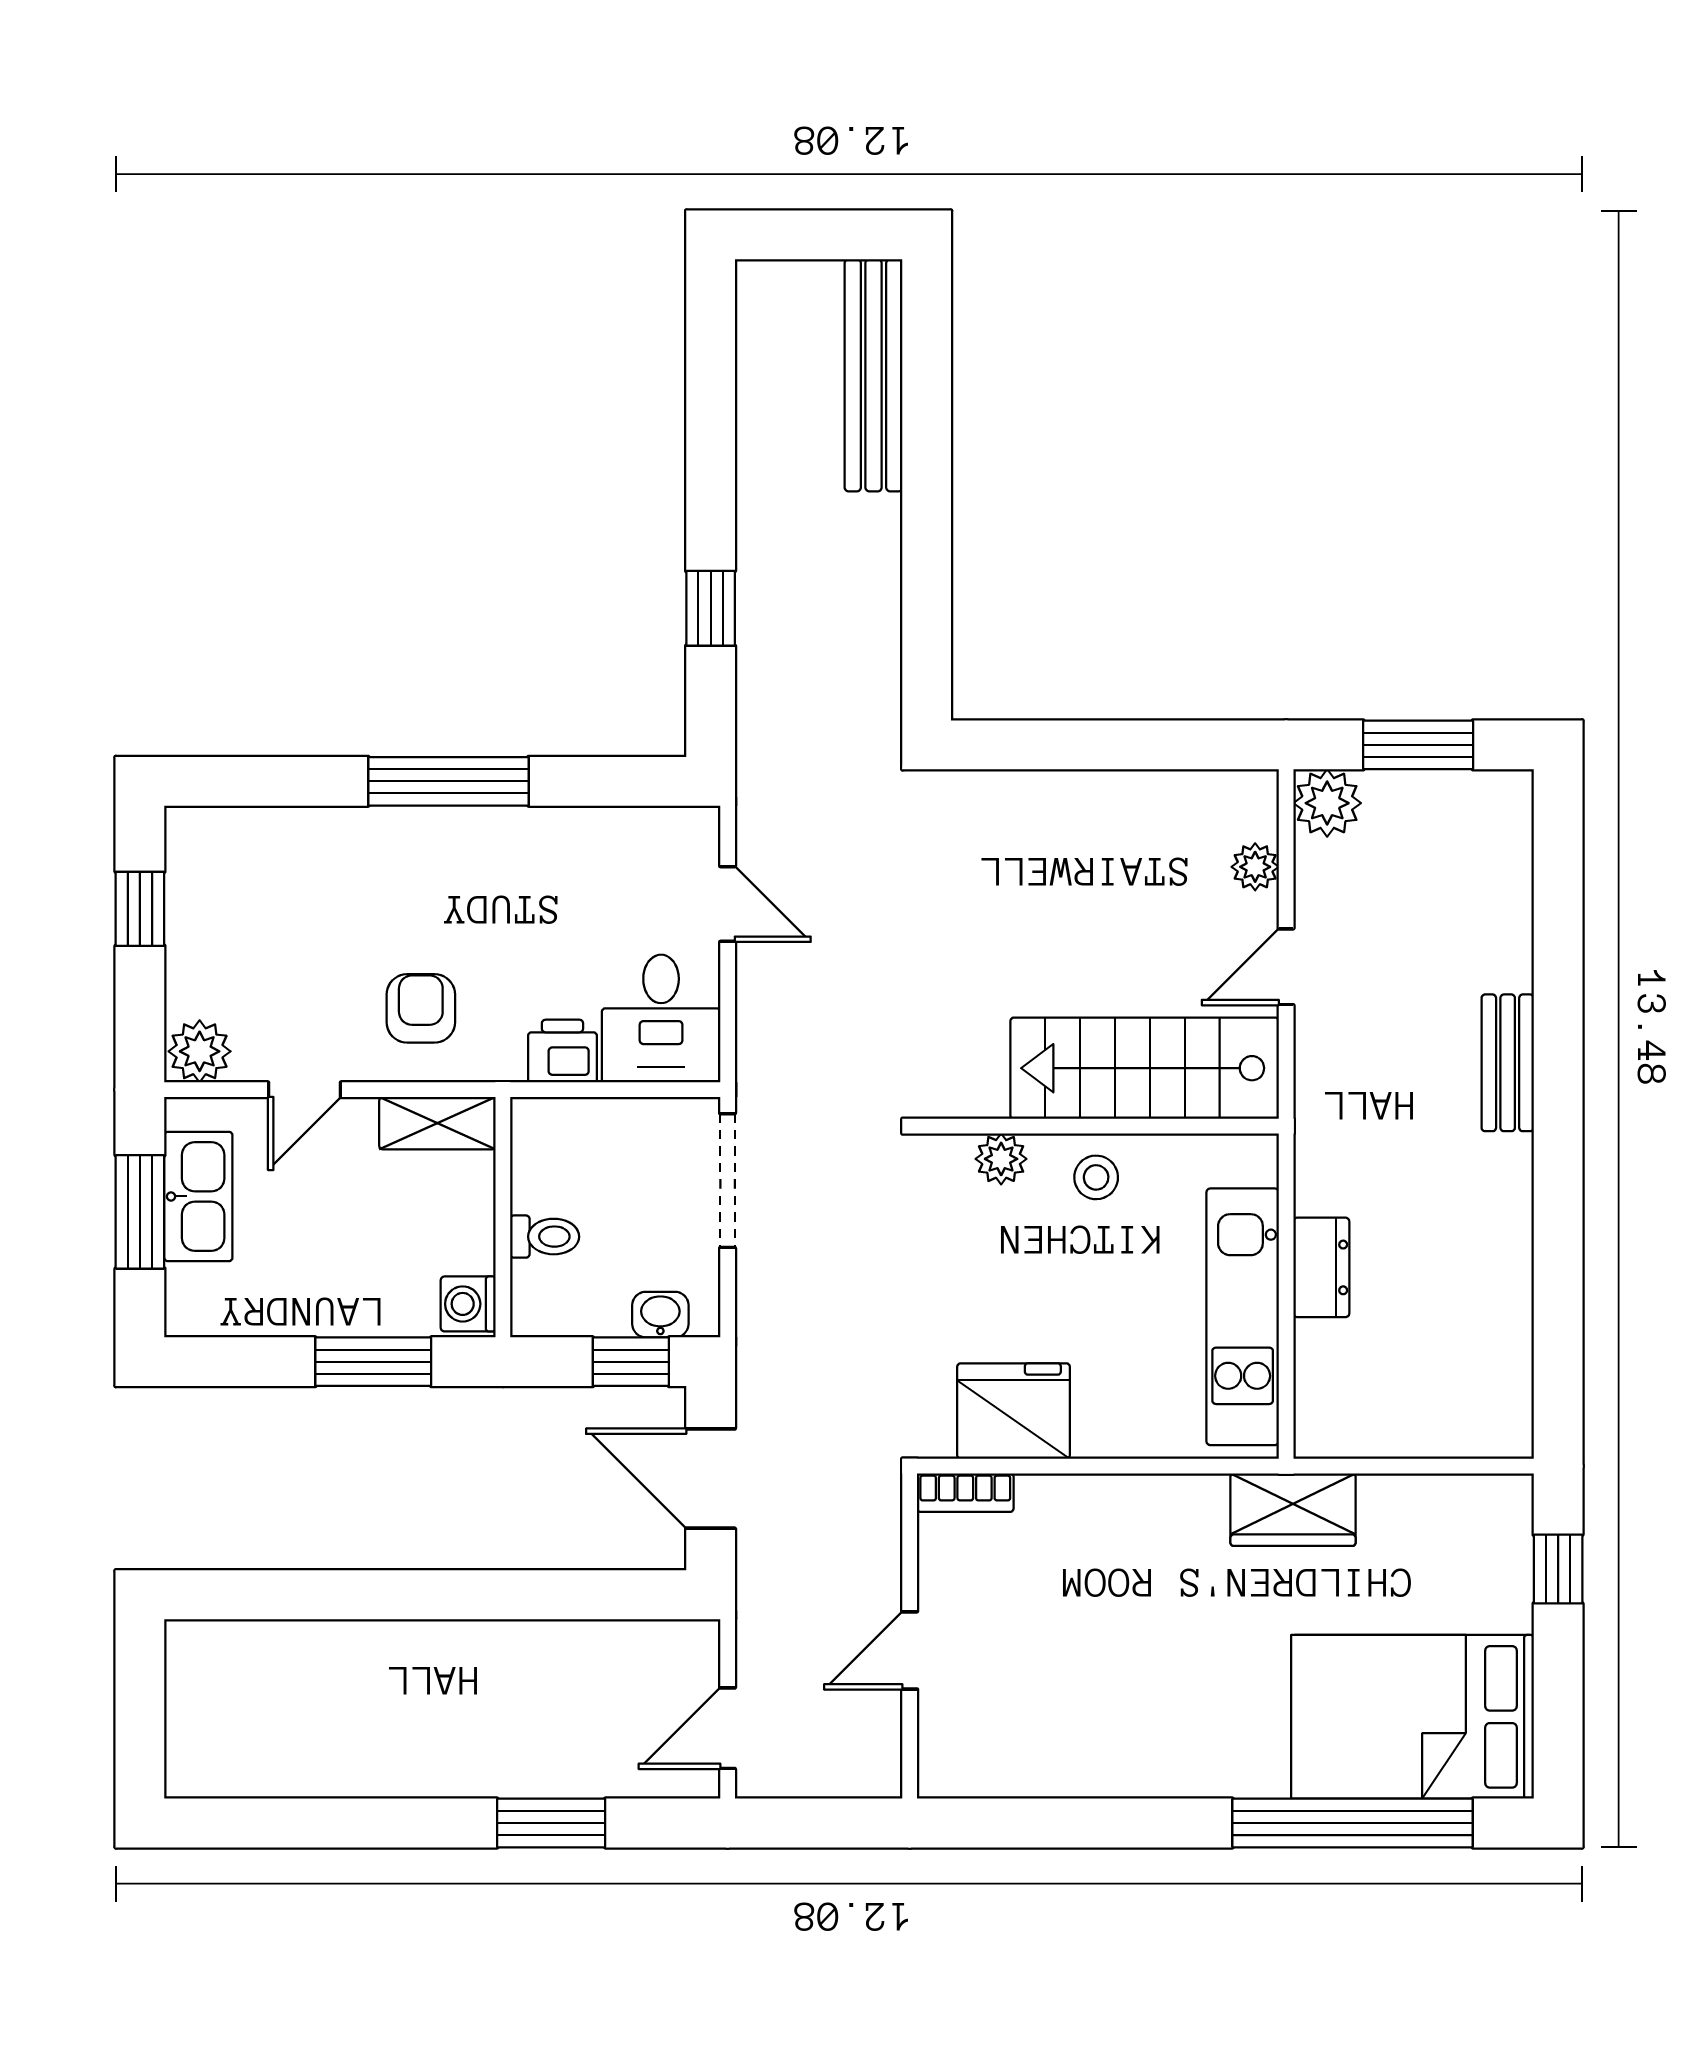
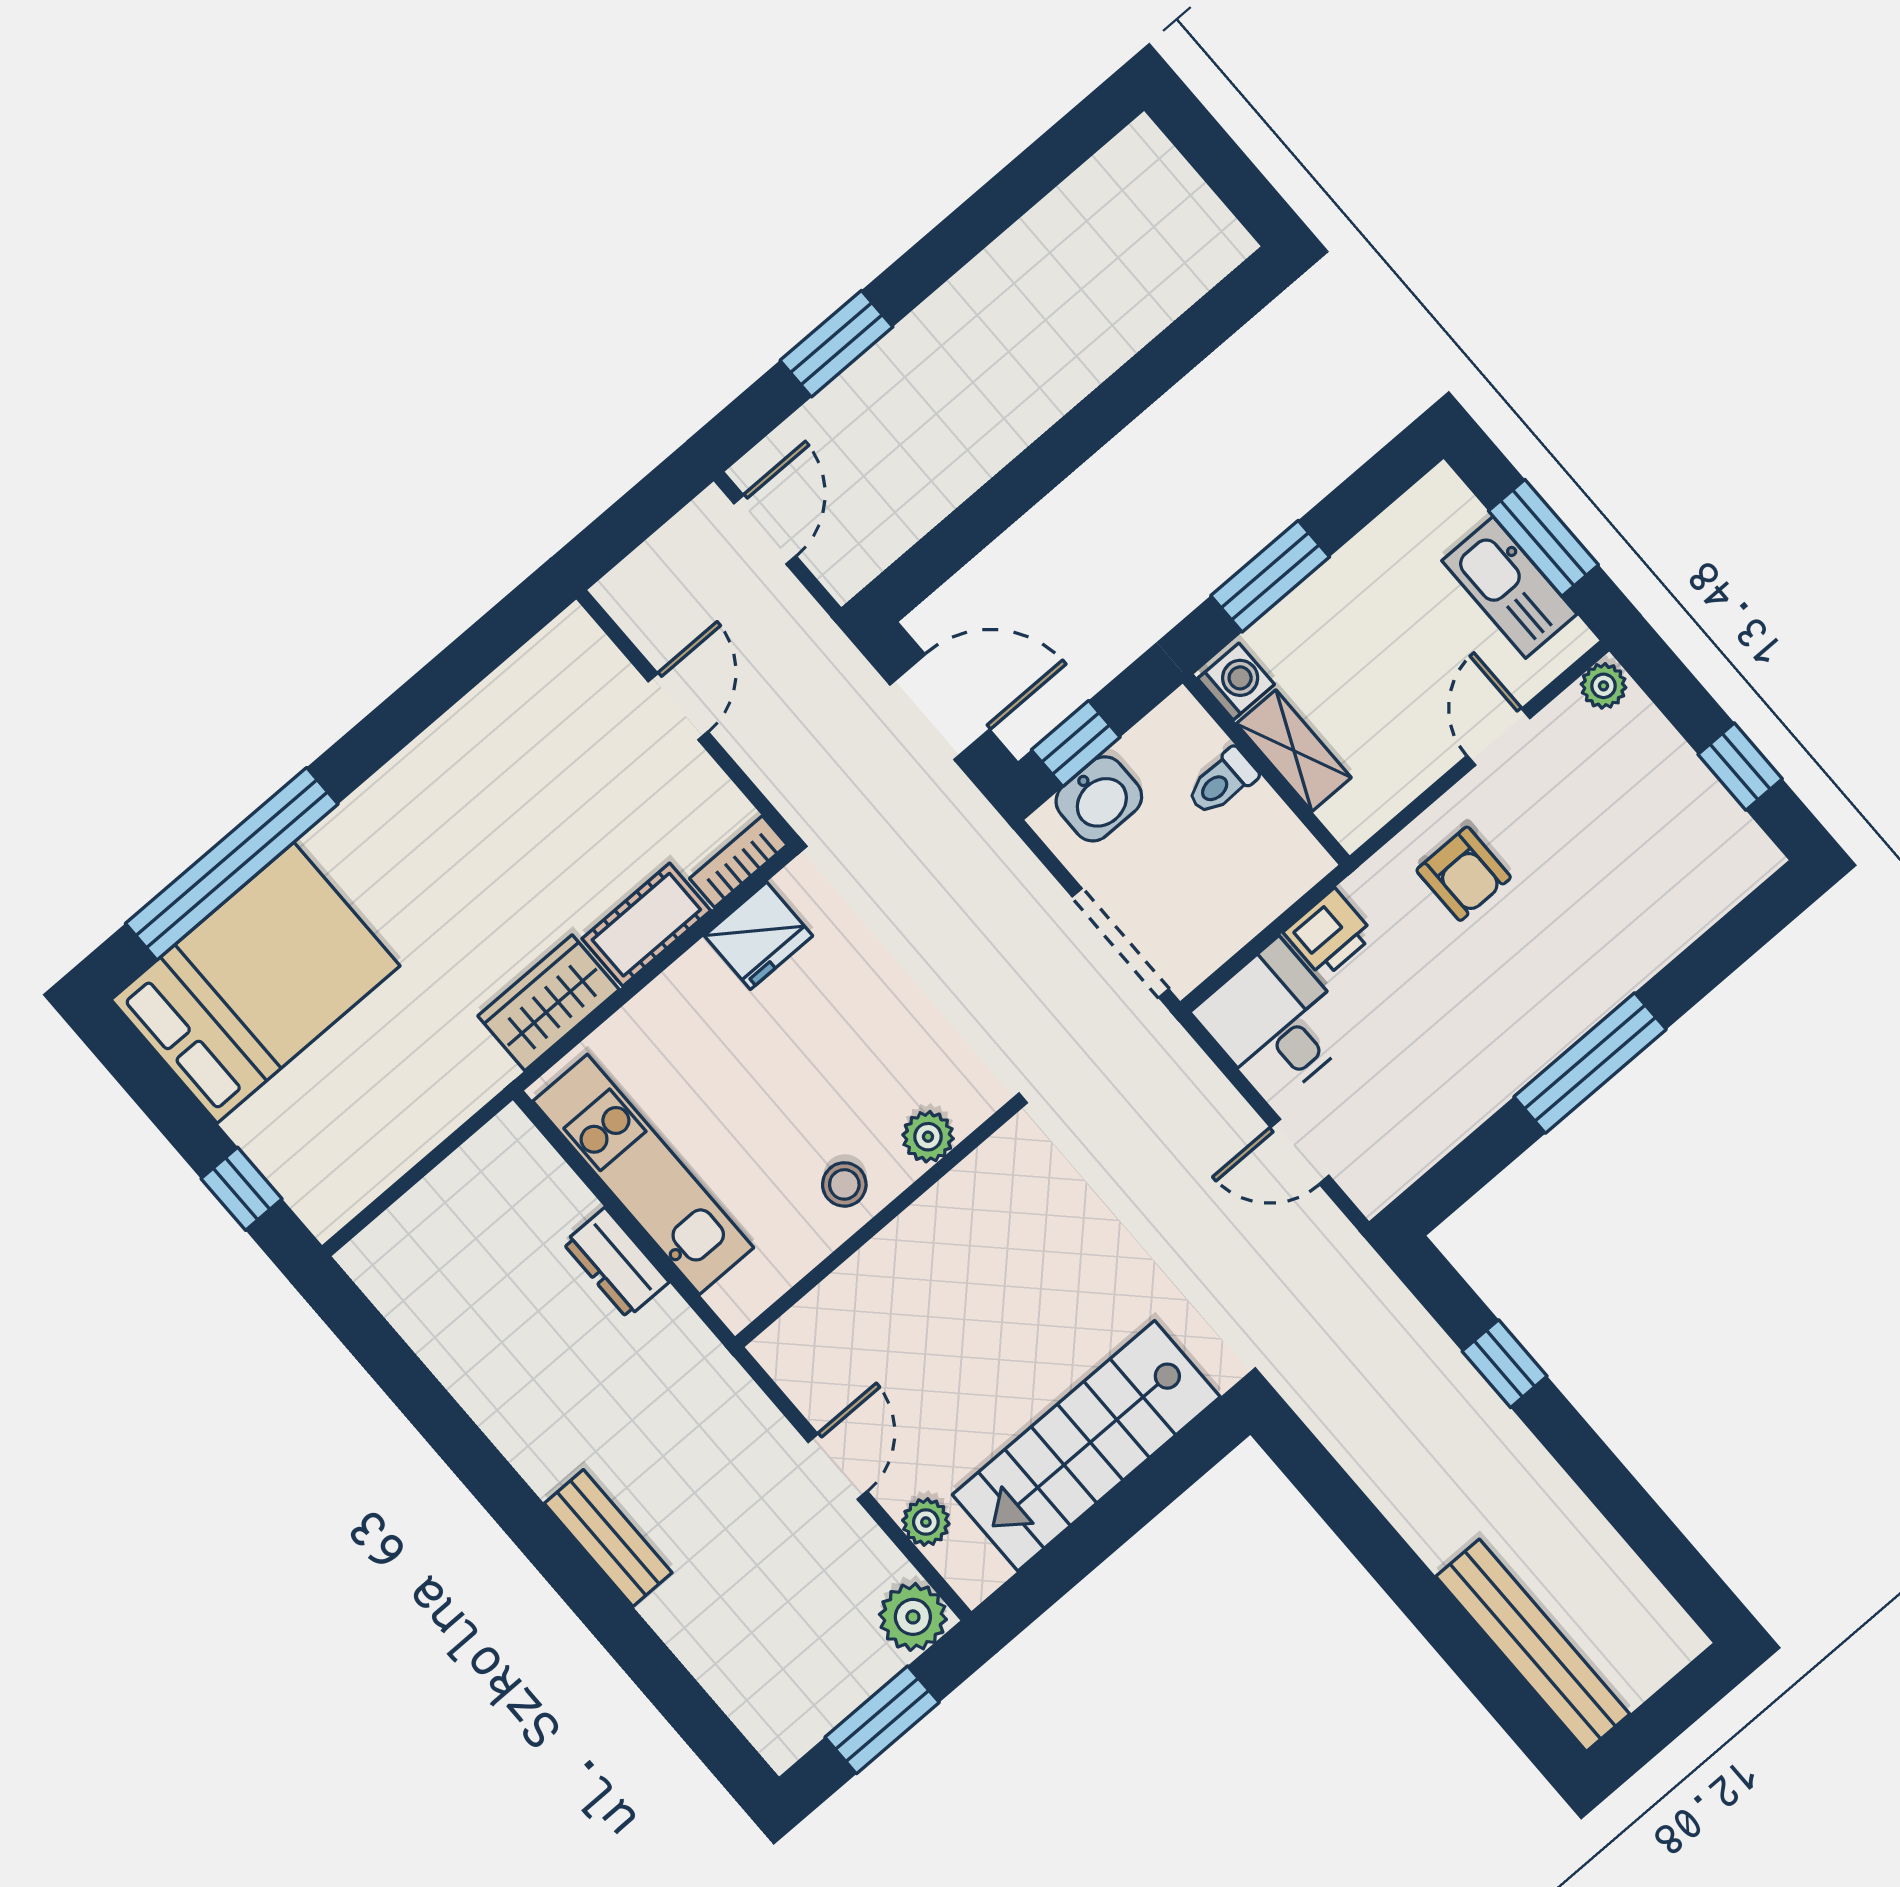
plant: (200, 1051) -> (1604, 686), width x0.73, depth x0.73
stairs: (1145, 1068) -> (1086, 1446), moved, turned 180
shelving: (437, 1123) -> (1294, 751), moved, turned 90
washbasin: (660, 1315) -> (1099, 799), width x1.38, depth x1.45
fridge: (1014, 1411) -> (758, 936), width x0.73, depth x0.75
cot: (1077, 1505) -> (646, 925), added
wardrobe: (1293, 1510) -> (548, 1003), moved

